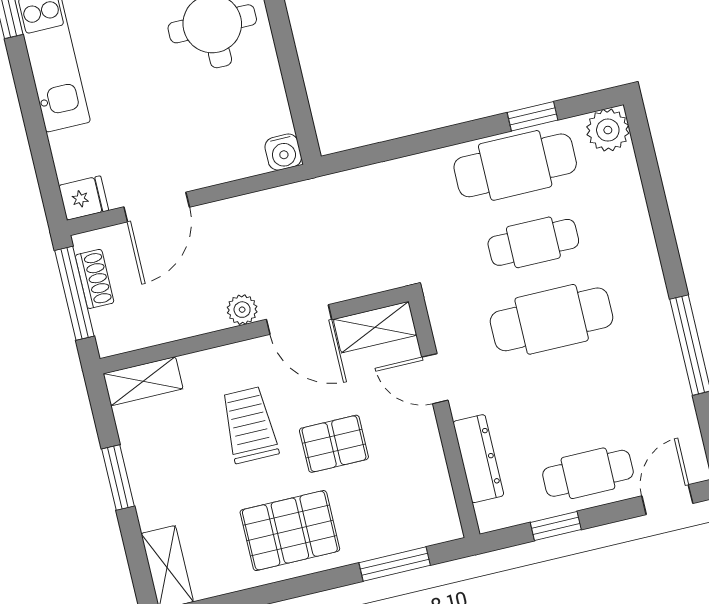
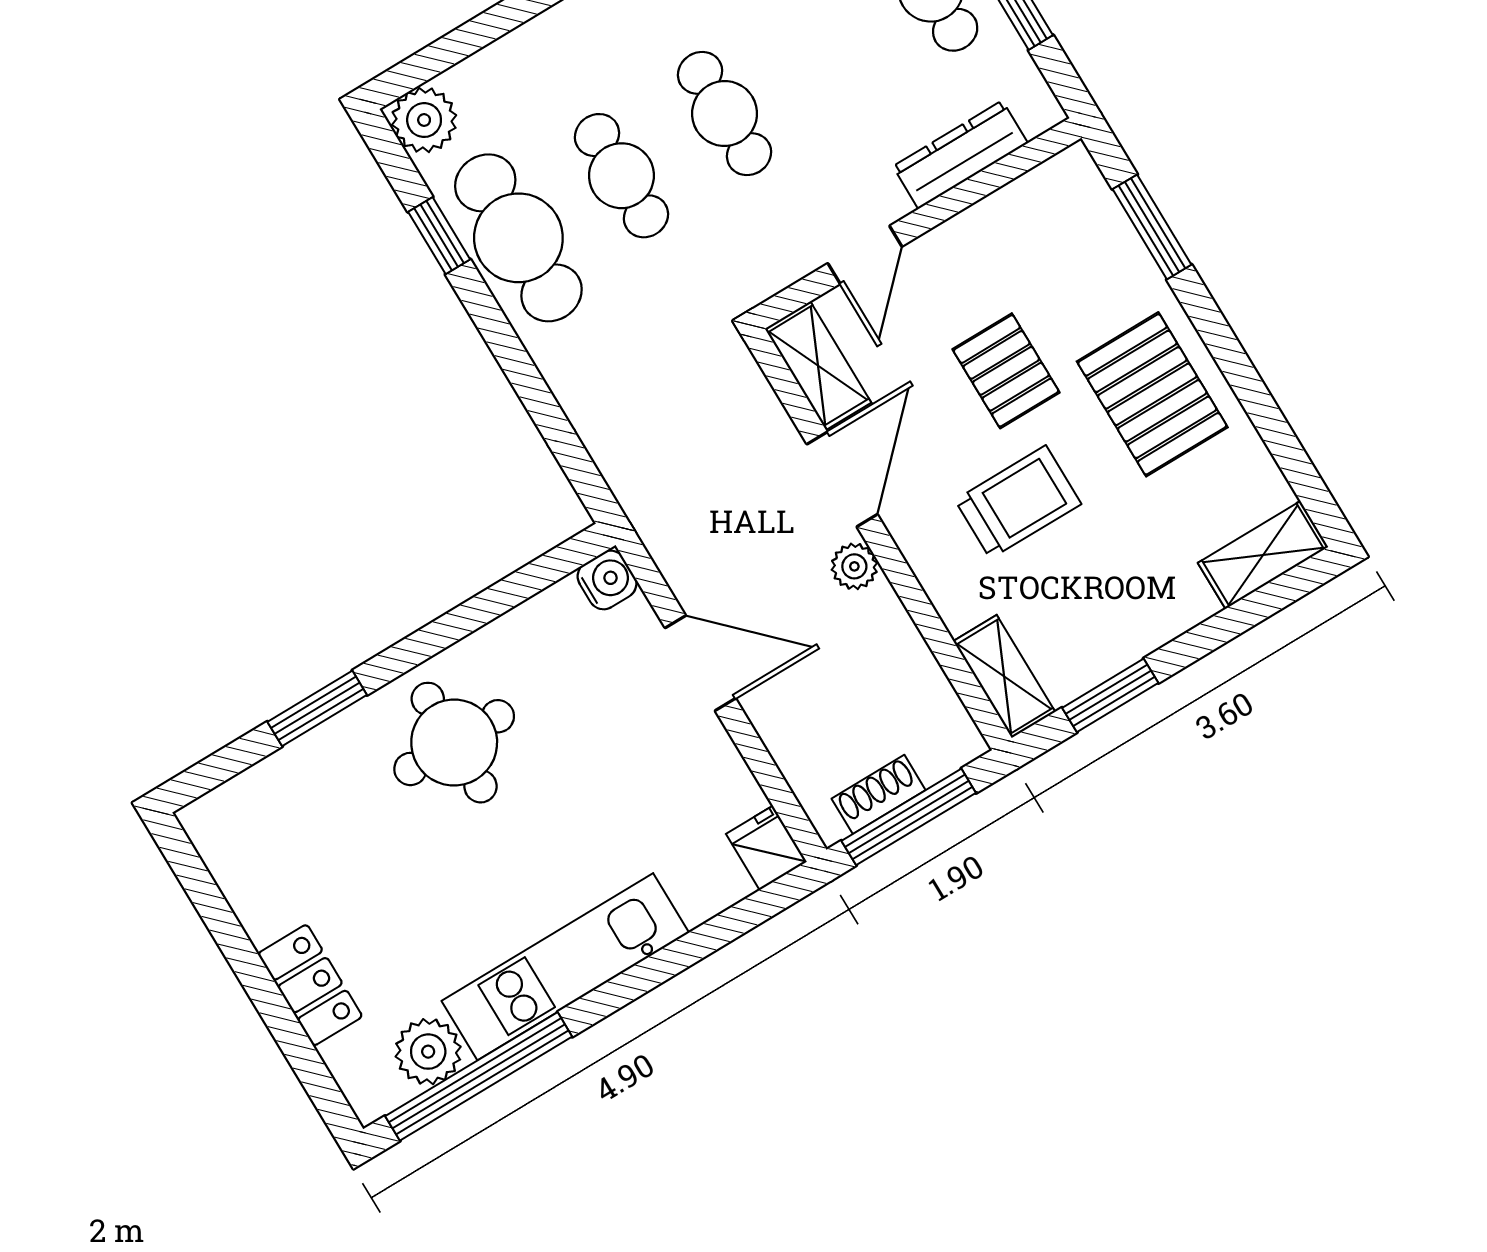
door: (157, 207) -> (700, 663), moved
cafe table: (552, 319) -> (725, 114), width x0.73, depth x0.74
trolley: (249, 425) -> (1018, 502), turned 180
window: (118, 478) -> (1110, 695), moved

